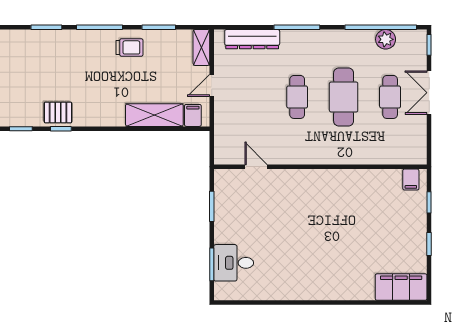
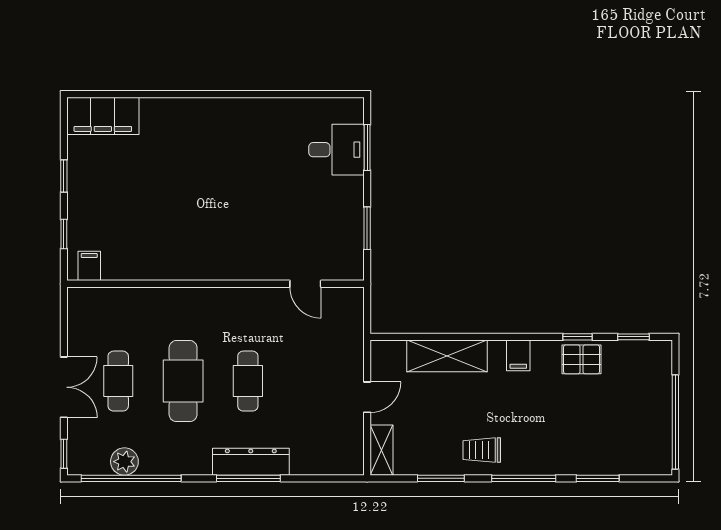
dresser: (252, 39) -> (251, 462), moved
filing cabinet: (193, 115) -> (518, 355), moved

